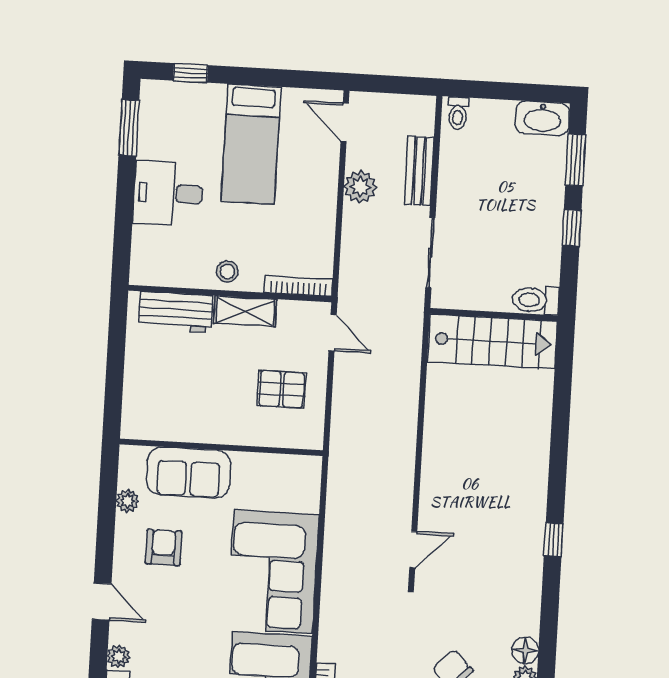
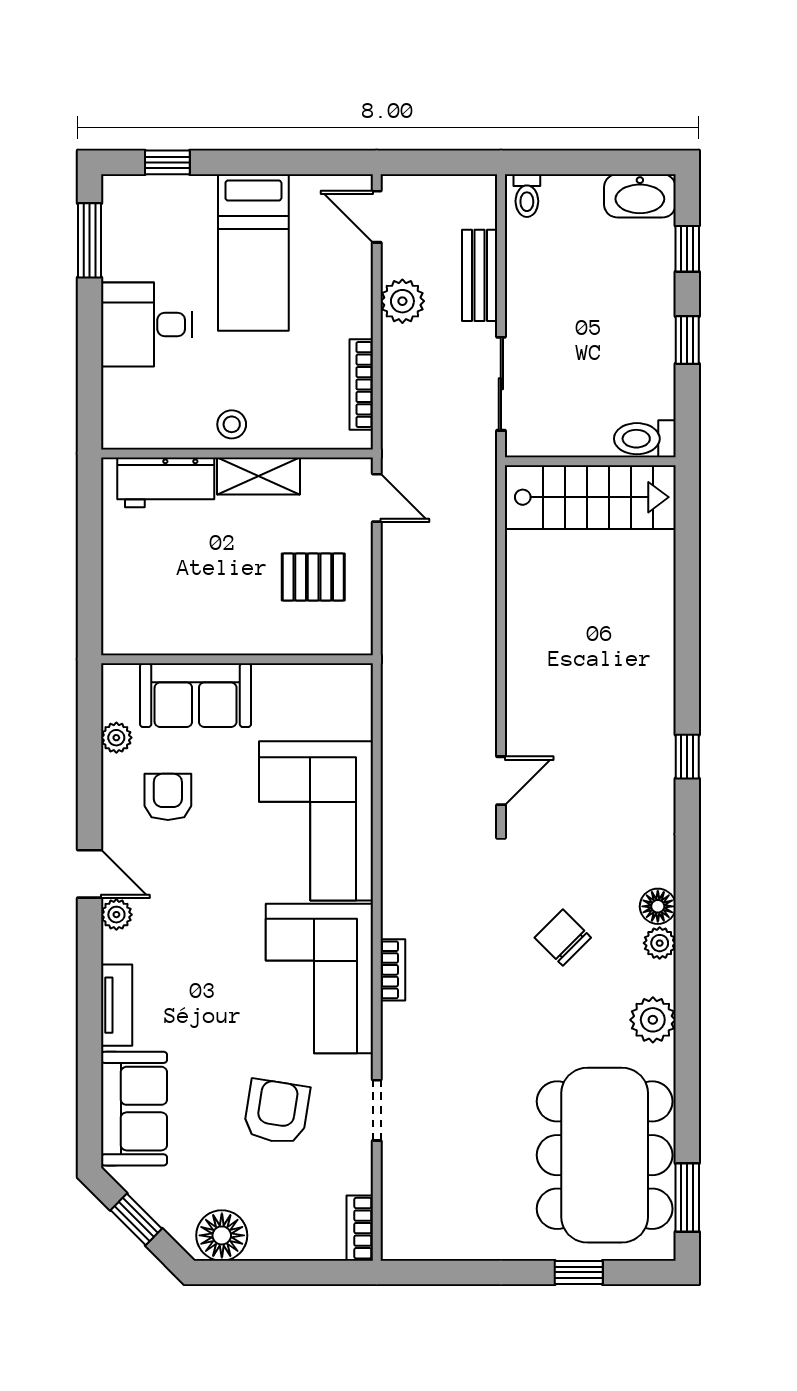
window: (576, 160) -> (687, 249), width x0.67
bookcase: (298, 286) -> (361, 385), moved, turned -90
plant: (119, 657) -> (116, 915), moved

